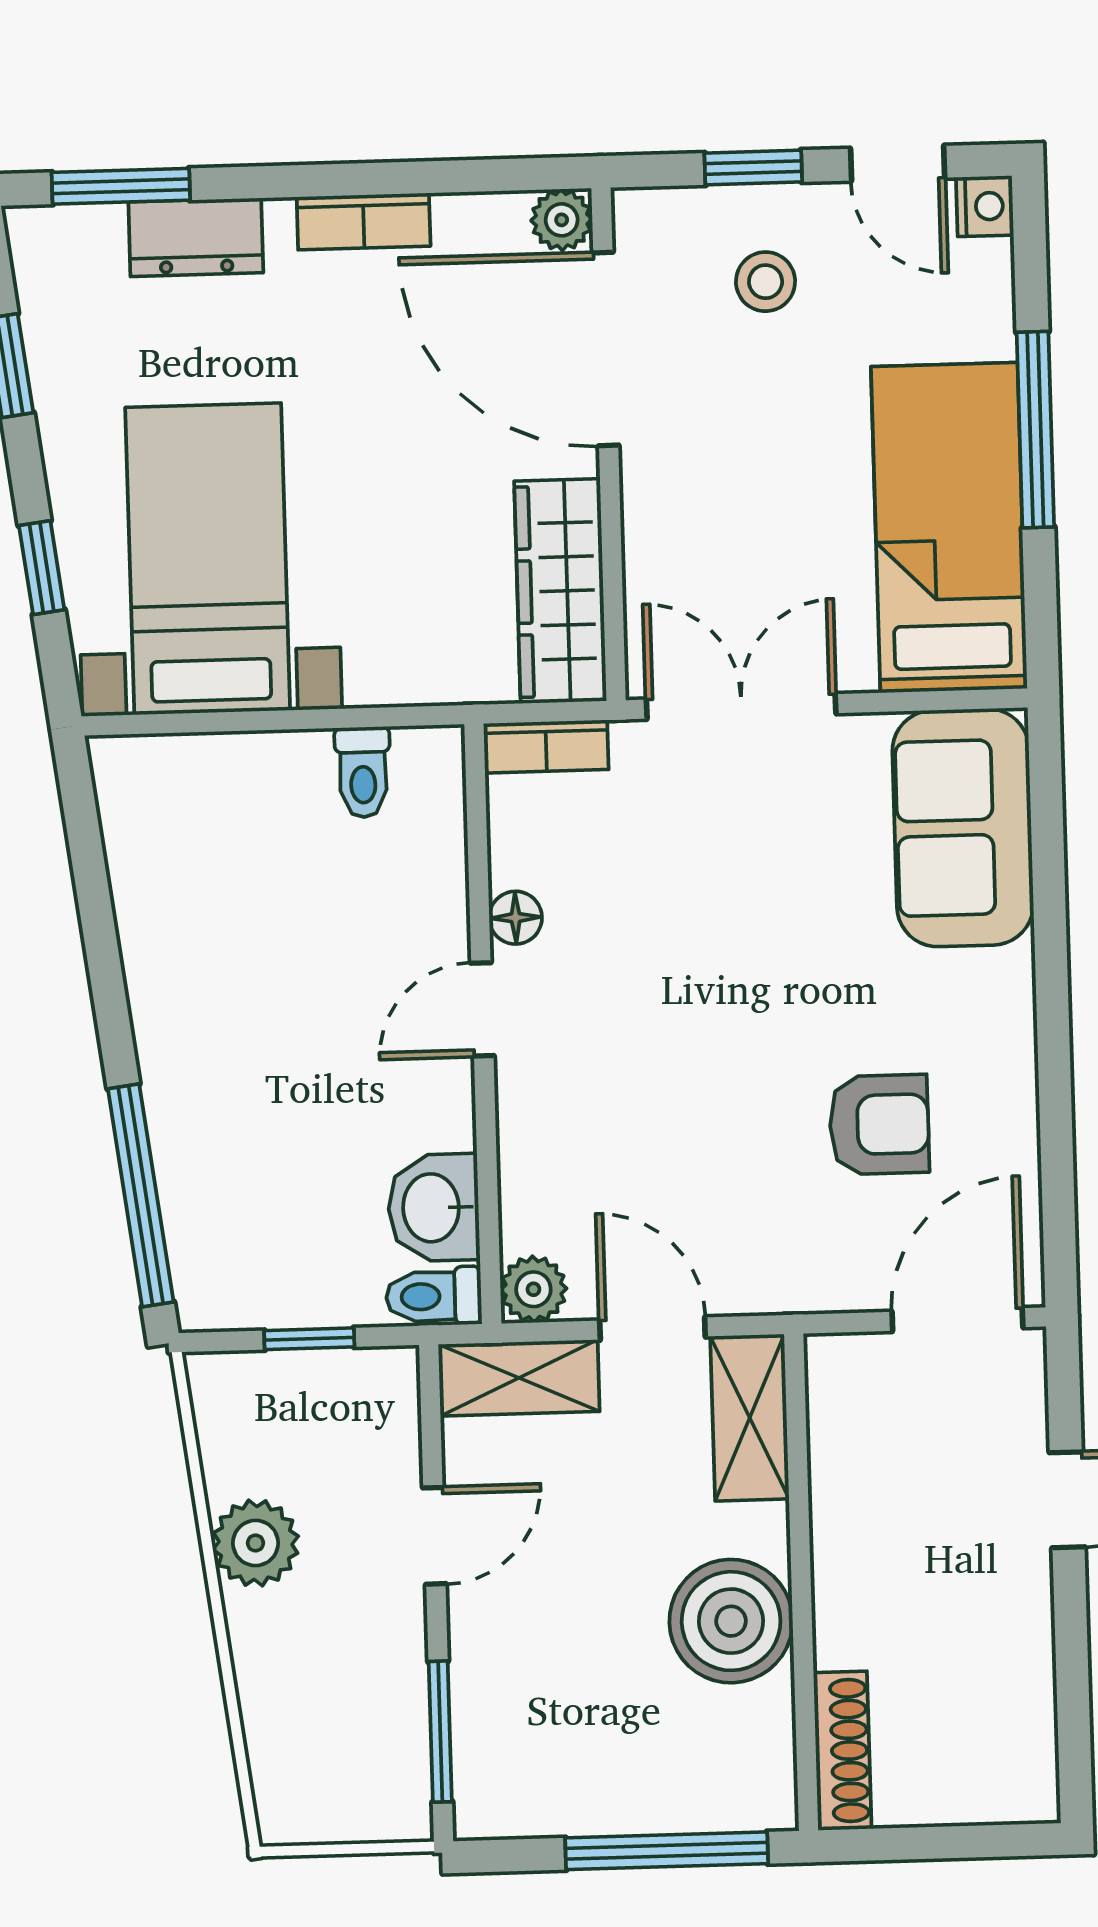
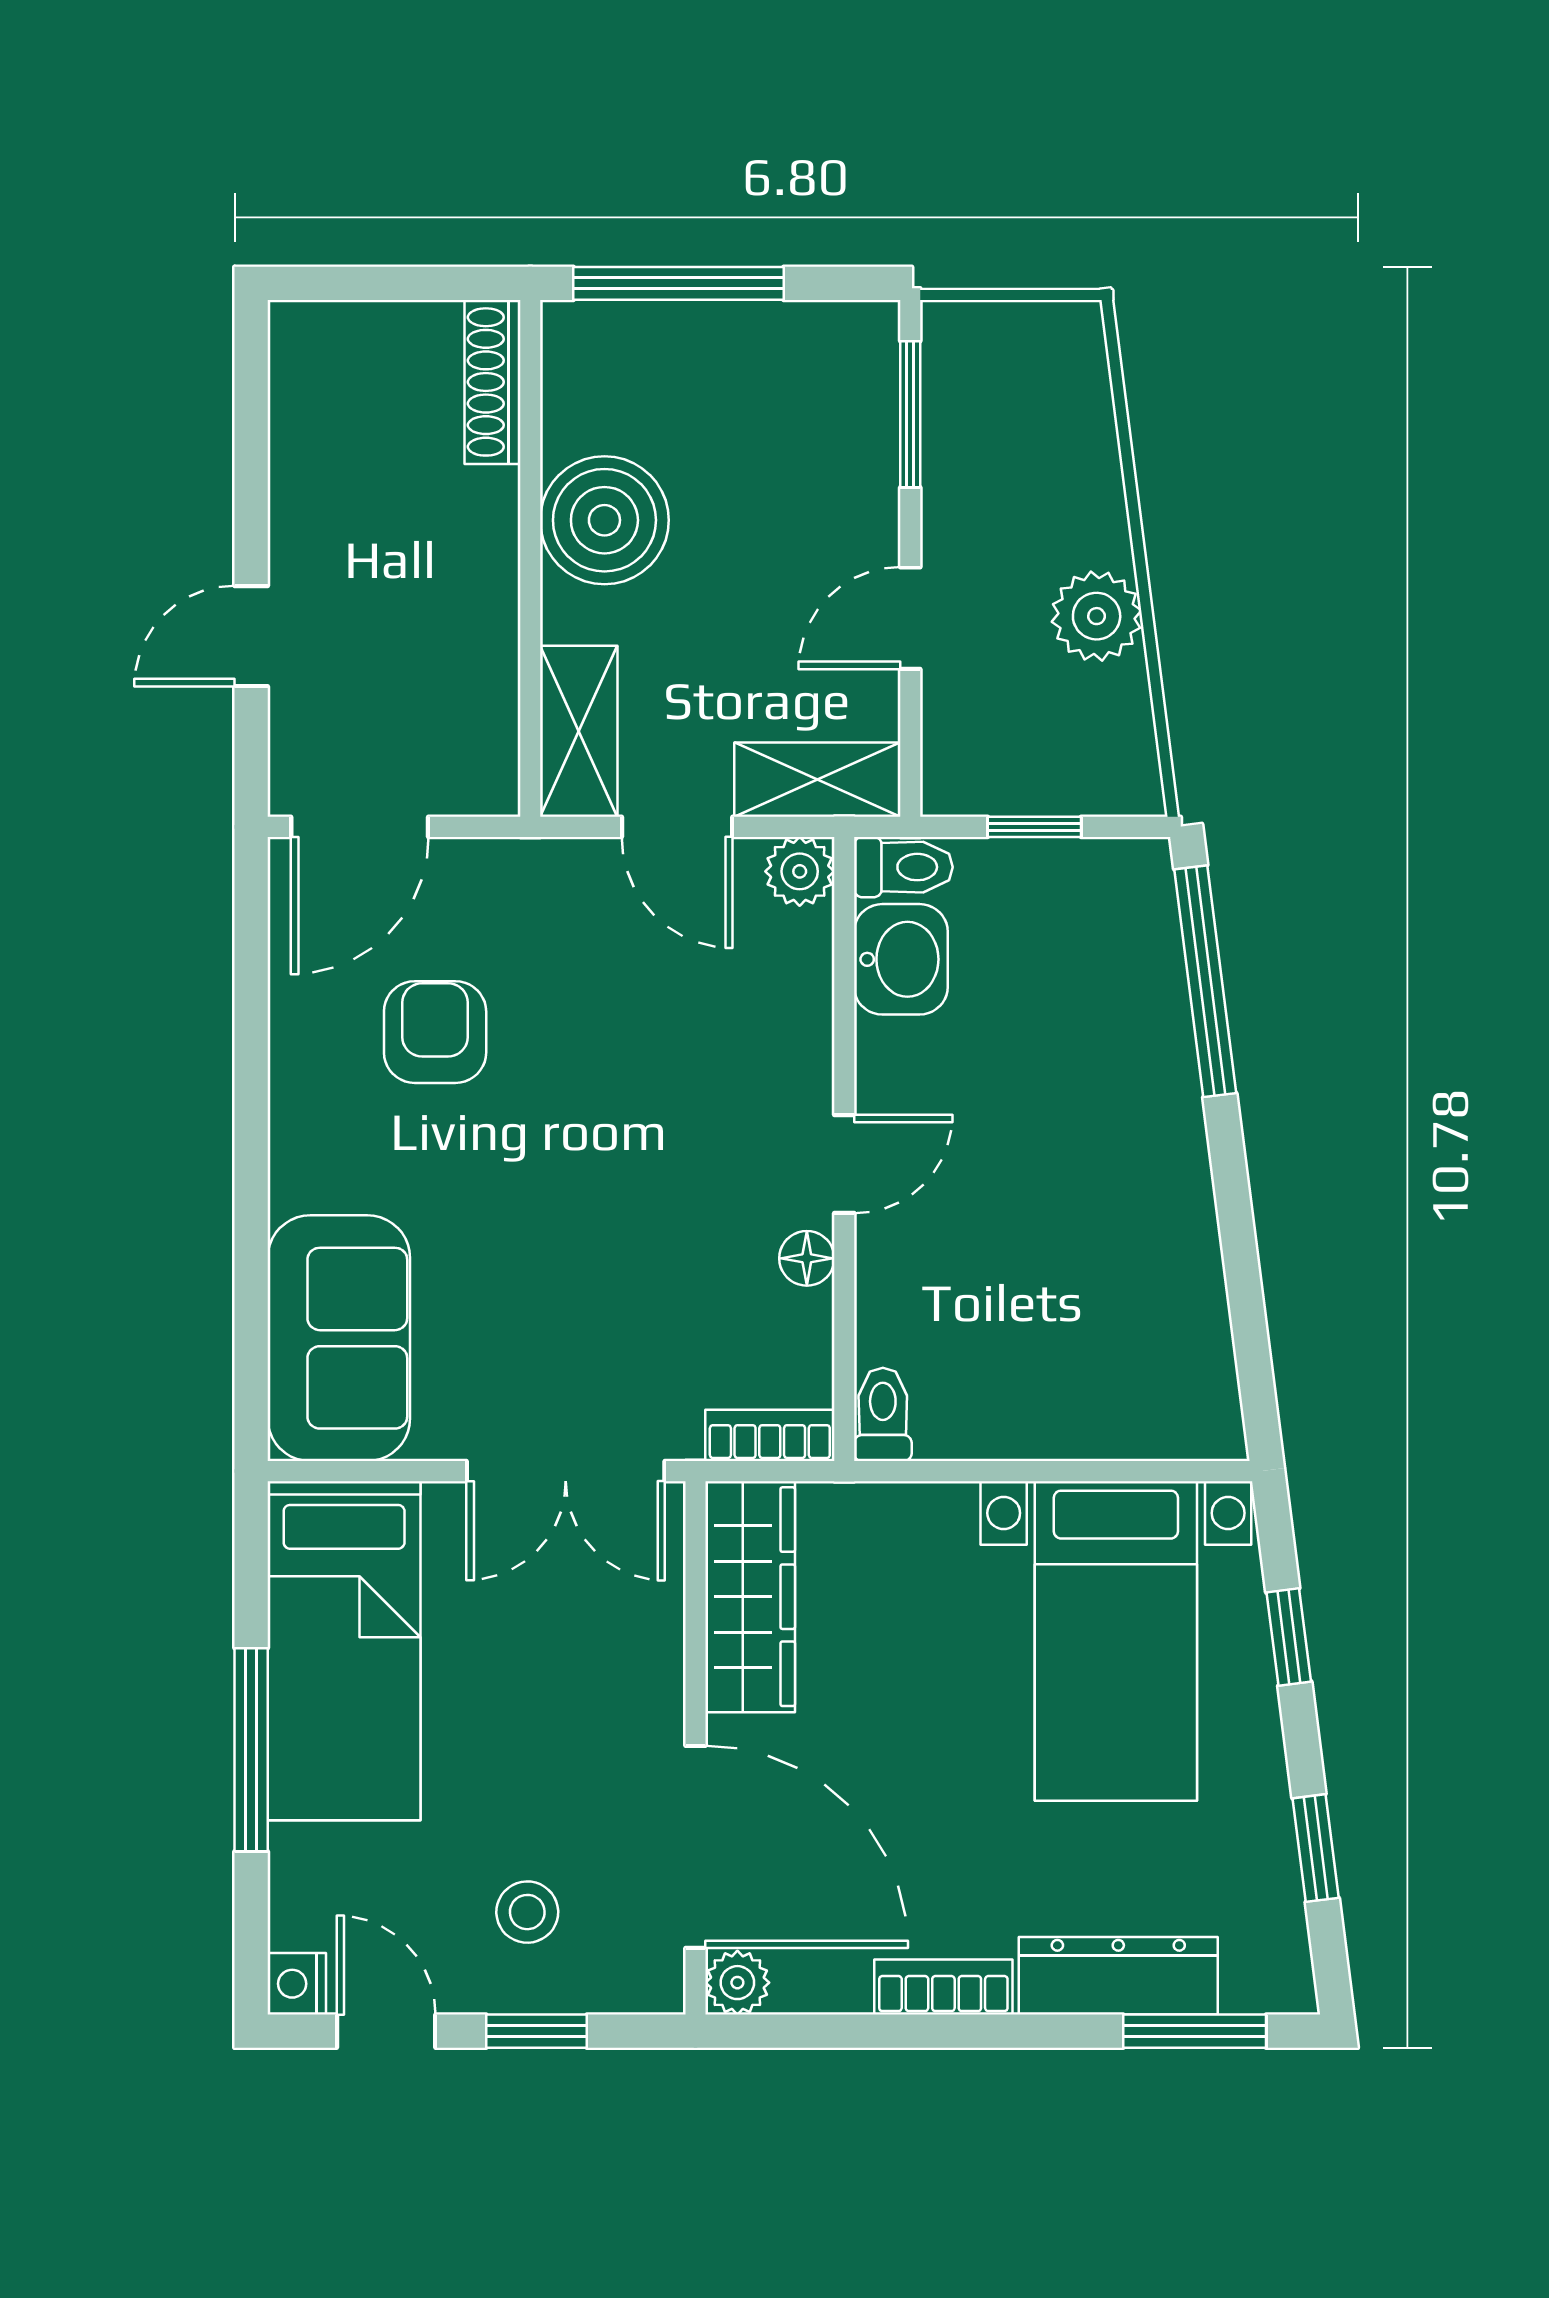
dresser: (196, 237) -> (1118, 1976), width x1.44
toilet: (363, 772) -> (883, 1414), moved
armchair: (879, 1124) -> (435, 1032), turned 90

